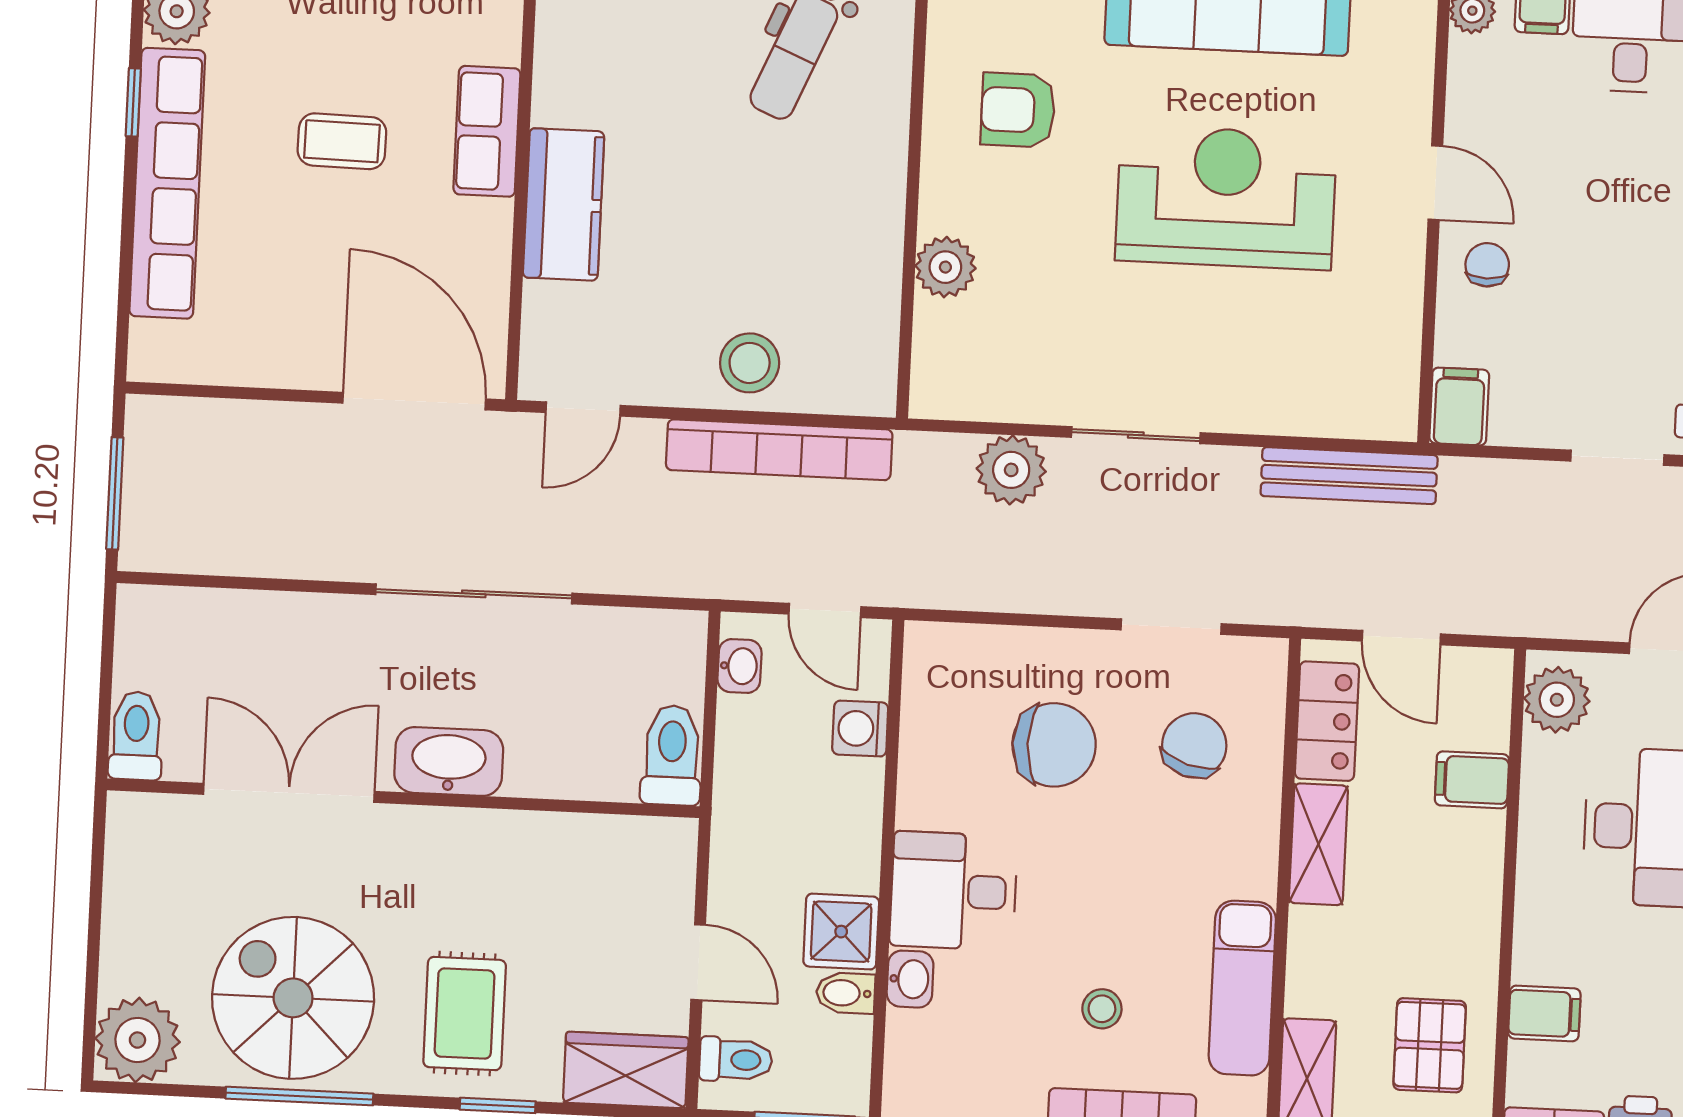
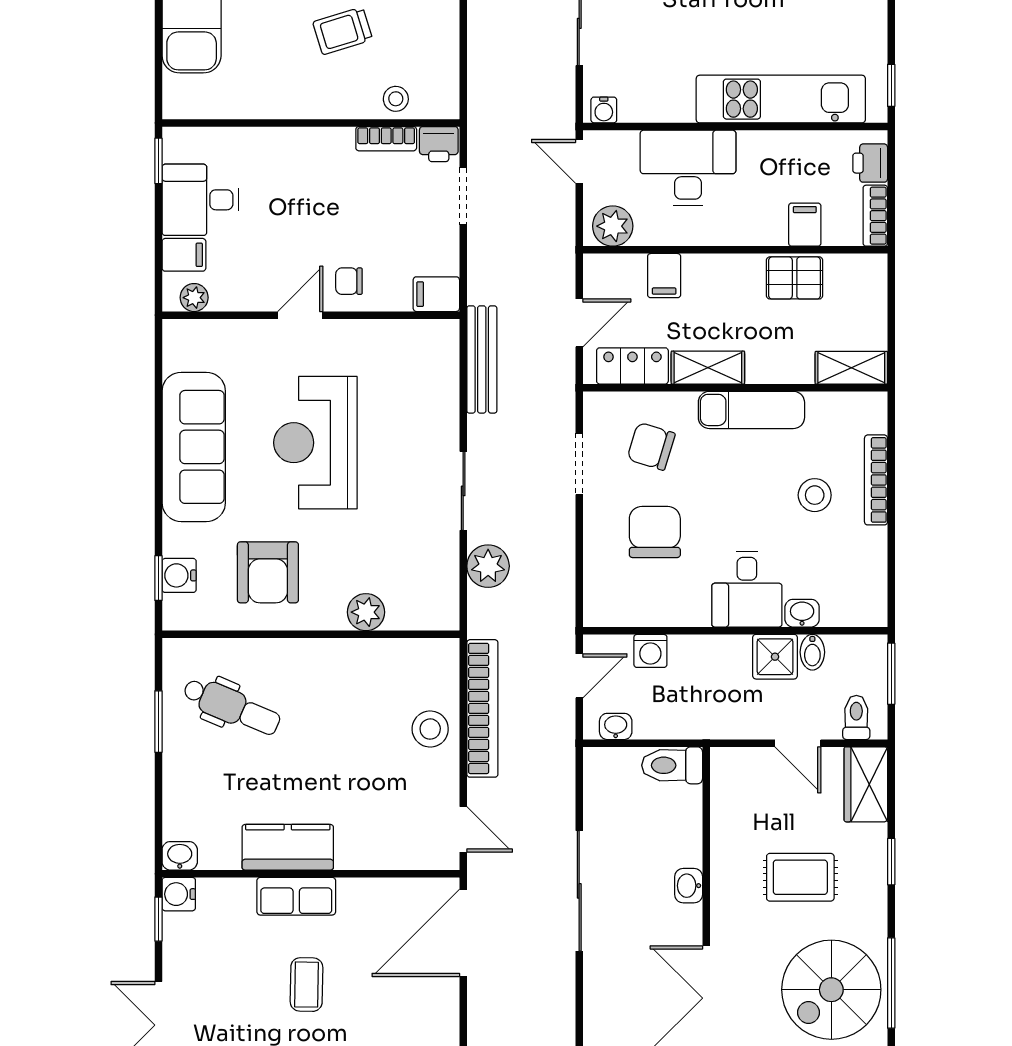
armchair: (1018, 110) -> (268, 572), width x1.38, depth x1.38
kitchen counter: (564, 204) -> (288, 847), moved
washbasin: (449, 762) -> (689, 886), width x0.52, depth x0.69
door: (698, 962) -> (798, 743), swing flipped
exam couch: (1242, 988) -> (751, 410), moved
stool: (1102, 1009) -> (815, 495), width x1.37, depth x1.37
rug: (465, 1014) -> (800, 877), moved
pallet: (1430, 1045) -> (795, 278), moved

